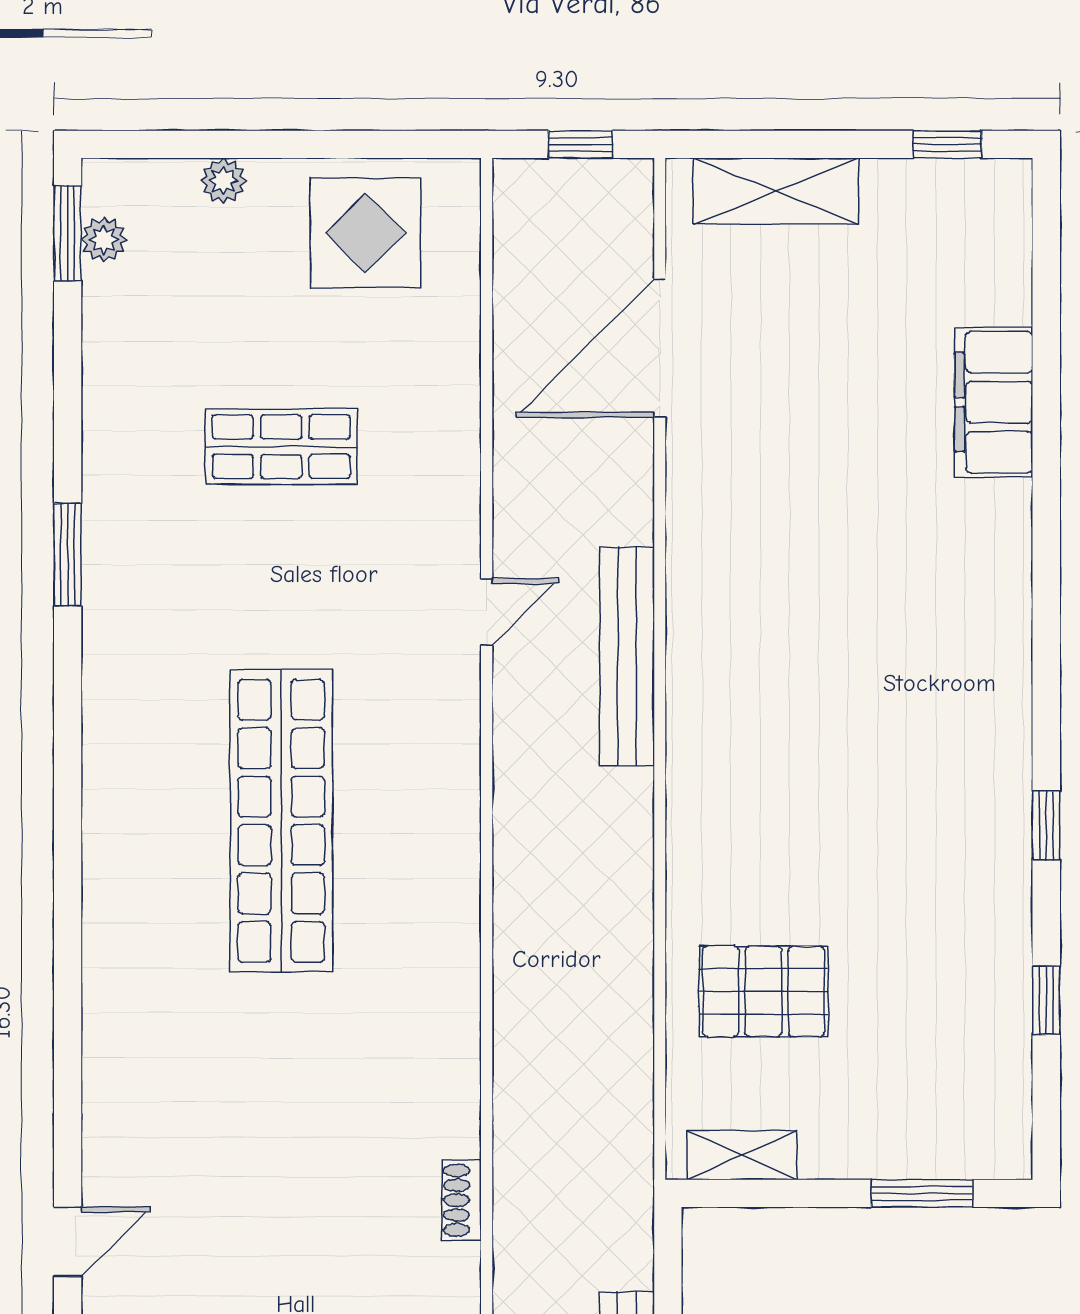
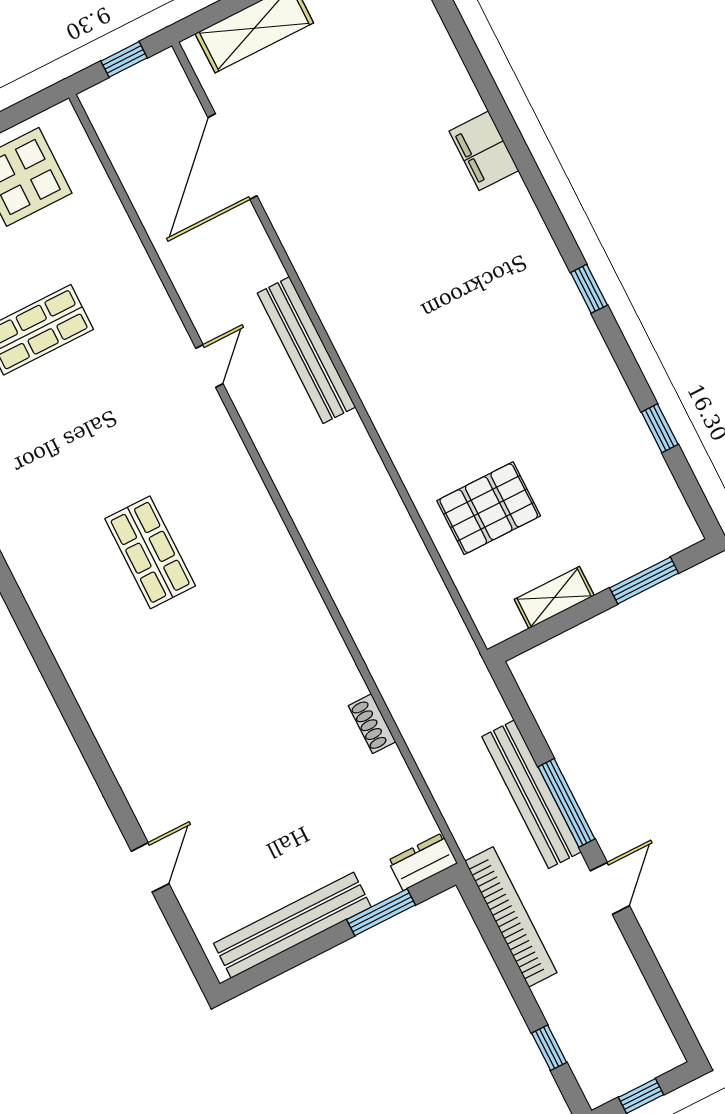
filing cabinet: (994, 402) -> (484, 151), moved, width x0.67, depth x0.86
shop shelf: (281, 821) -> (150, 552), width x0.50, depth x0.74
window: (1046, 825) -> (589, 289), moved
shelving: (742, 1155) -> (554, 598), moved

